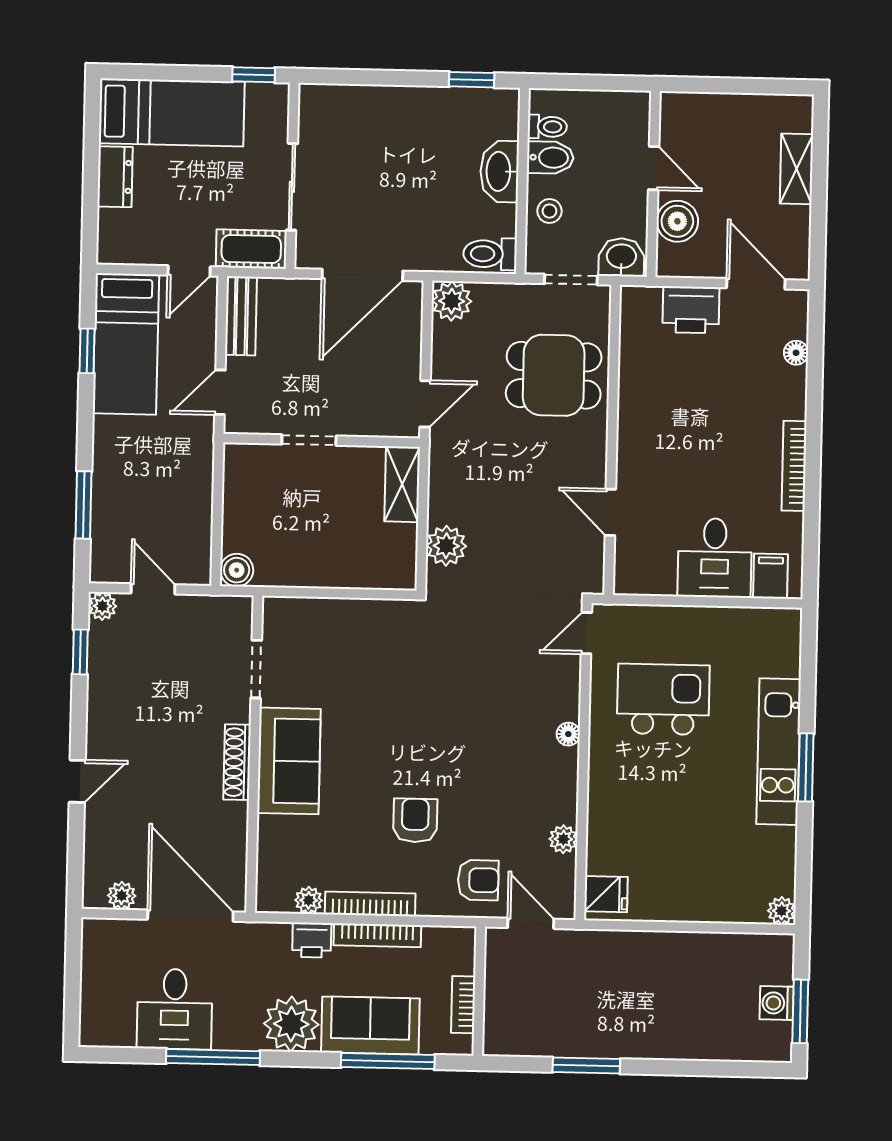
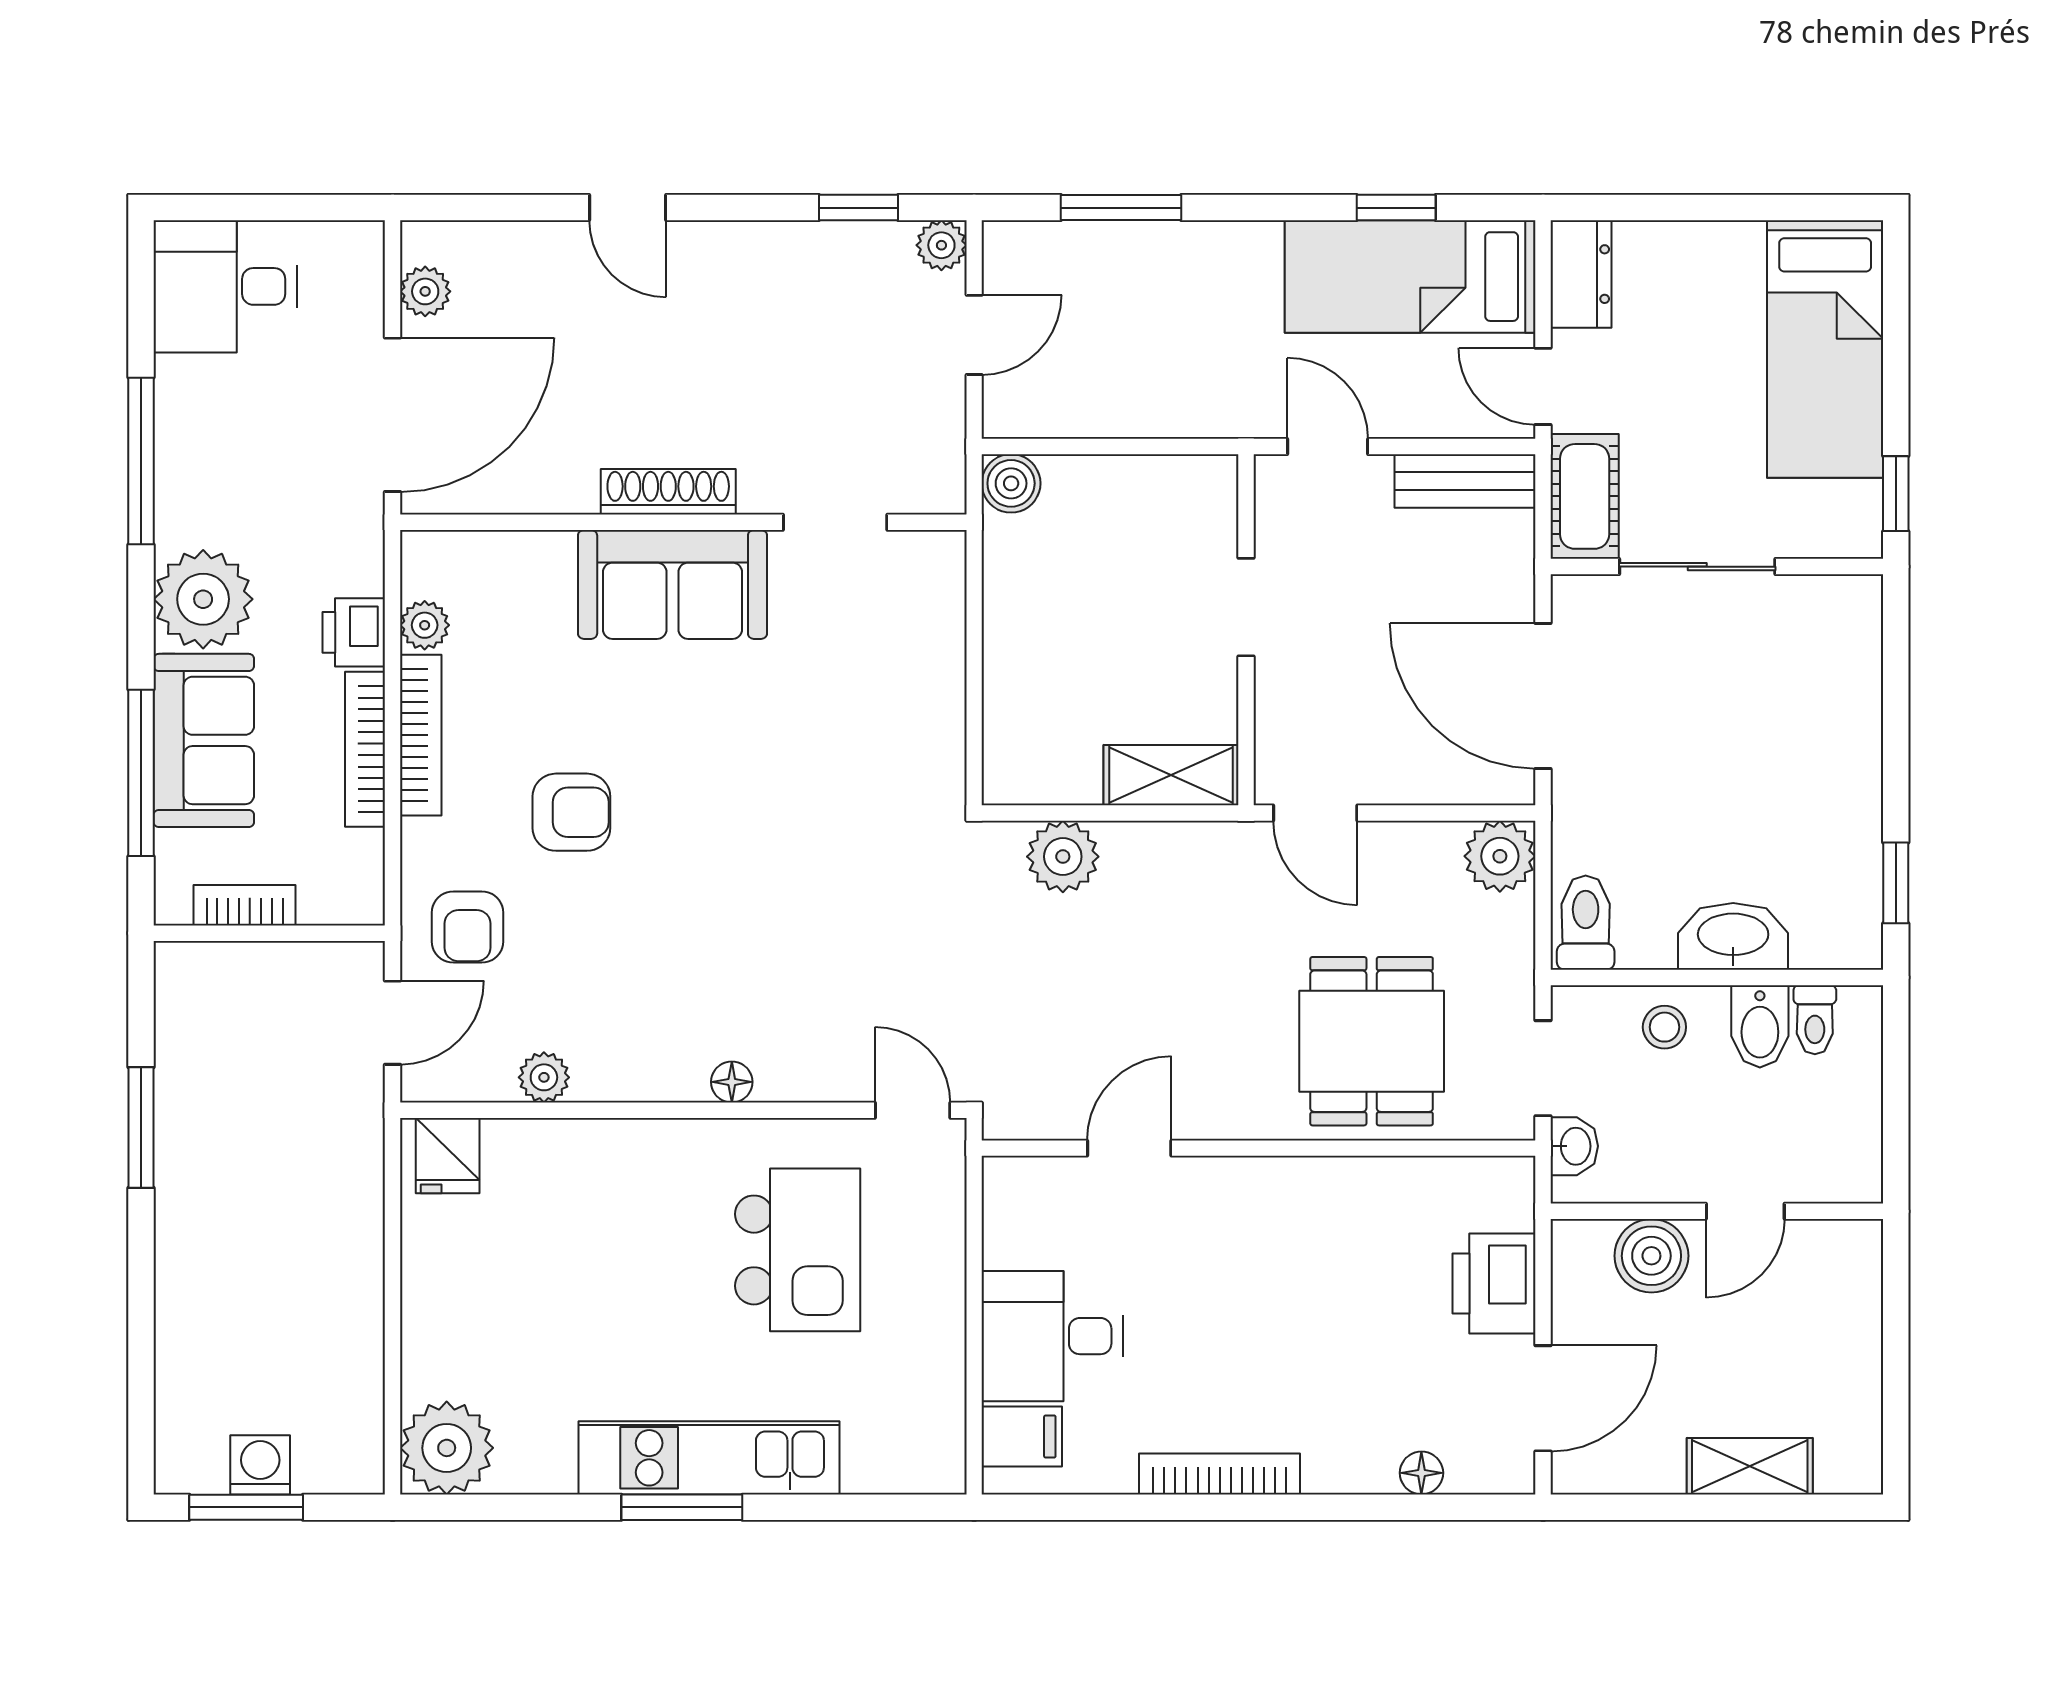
dresser: (115, 177) -> (1581, 274), moved, turned -90
washbasin: (621, 257) -> (1574, 1146), width x0.72, depth x0.69
plant: (782, 911) -> (447, 1448), width x1.87, depth x1.87
desk: (175, 1009) -> (225, 286), moved

